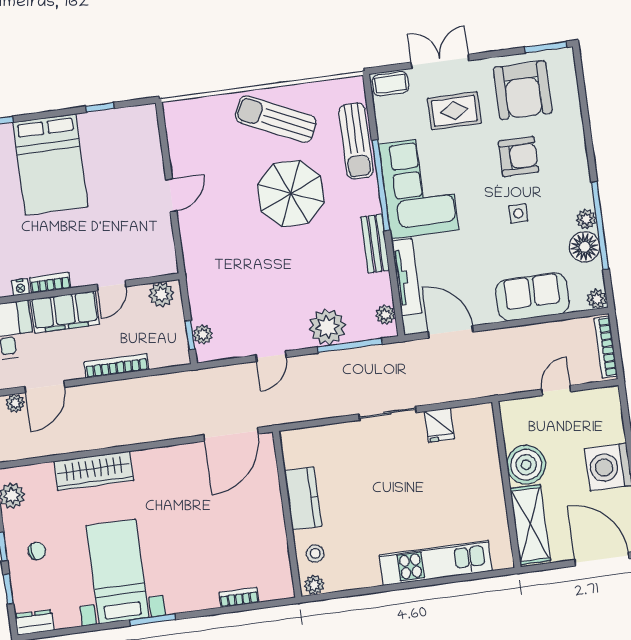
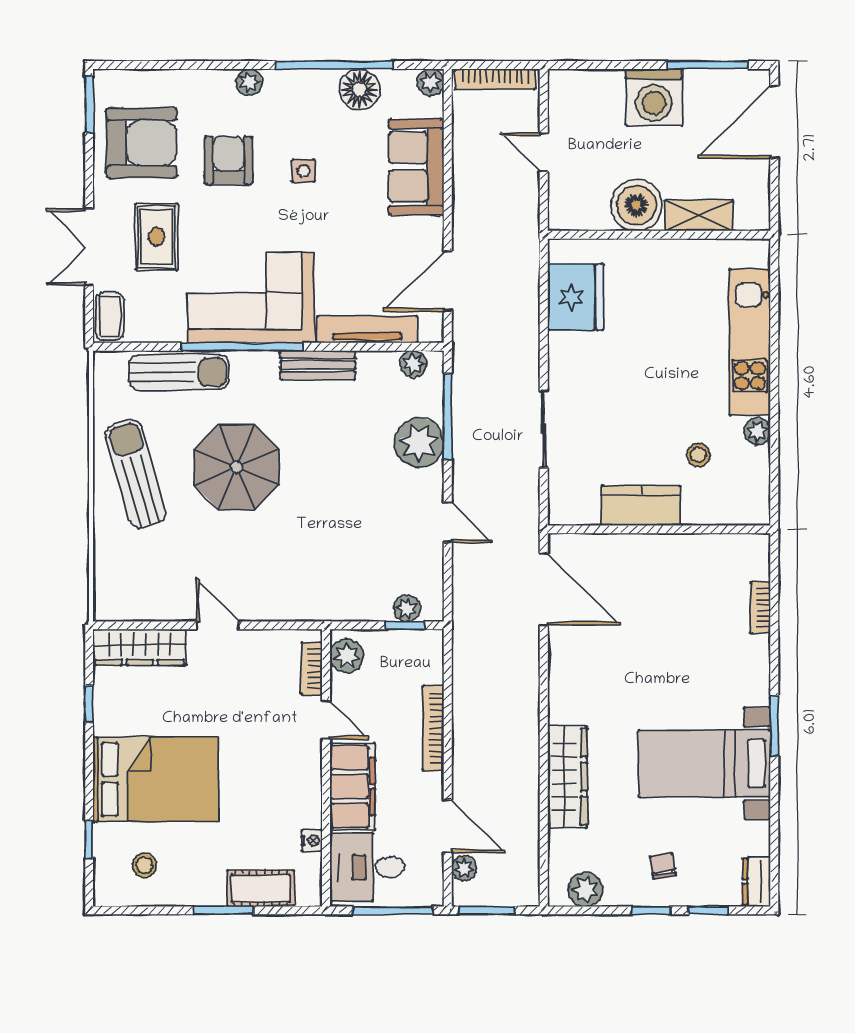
sun lounger: (276, 119) -> (136, 474), turned 139
wardrobe: (147, 139) -> (140, 647), added
plant: (586, 219) -> (249, 82), moved
bookcase: (50, 283) -> (312, 668), moved
sliding door: (387, 413) -> (544, 429), moved
fridge: (439, 425) -> (576, 297), width x1.88, depth x1.34
shelving: (530, 525) -> (699, 216), width x0.67, depth x0.75
stool: (315, 554) -> (698, 455), moved
plant: (314, 585) -> (757, 431), moved

